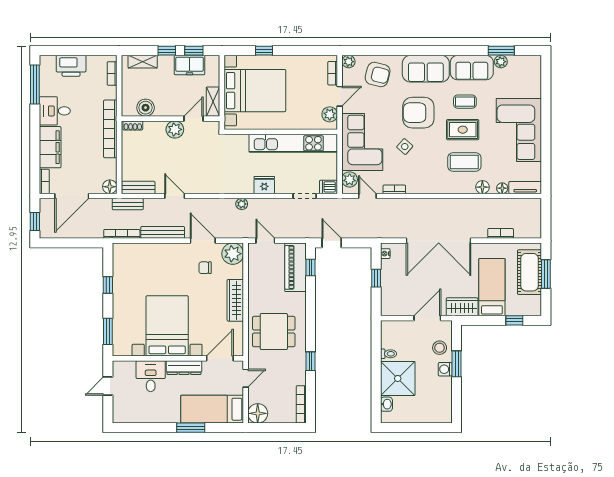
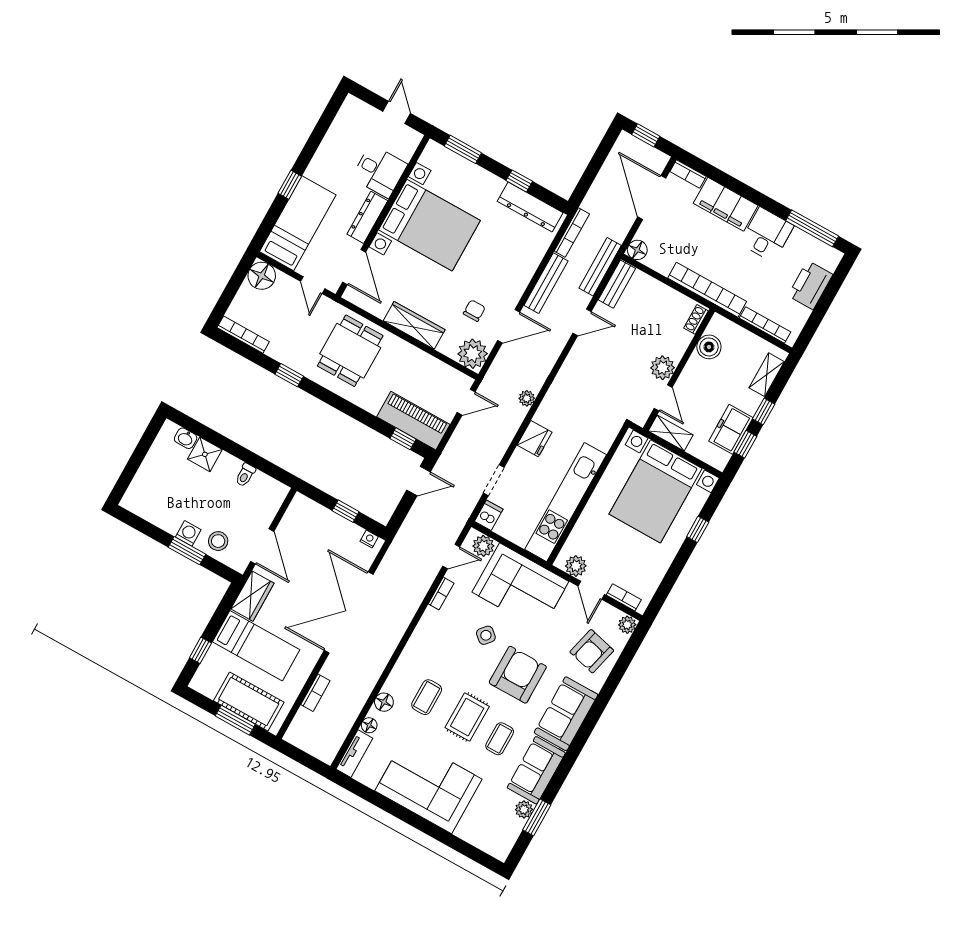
bookcase: (112, 73) -> (765, 325), width x1.56
coffee table: (464, 162) -> (427, 697), width x0.73, depth x0.77
bench: (128, 204) -> (600, 267), width x1.36
dresser: (120, 269) -> (530, 207), added
shower: (398, 378) -> (205, 454), width x0.54, depth x0.54
window: (191, 428) -> (290, 185), width x0.67

